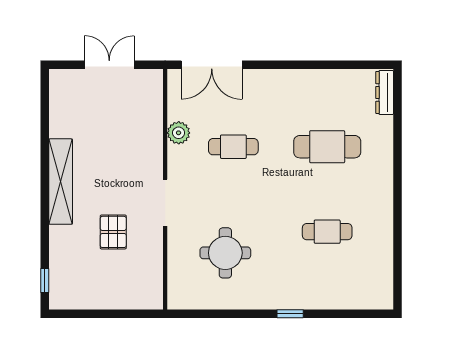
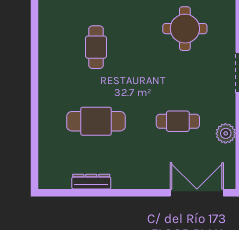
dresser: (385, 92) -> (91, 182), moved, turned -90
cafe table: (327, 232) -> (96, 47), turned 90

